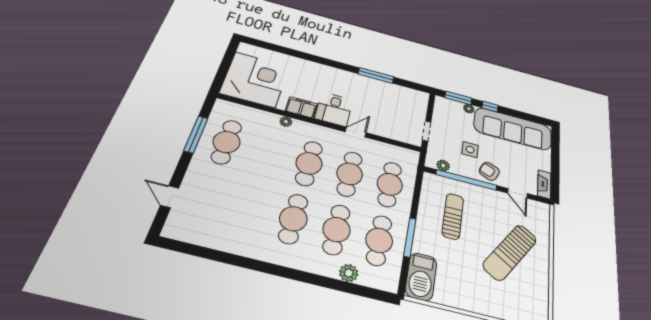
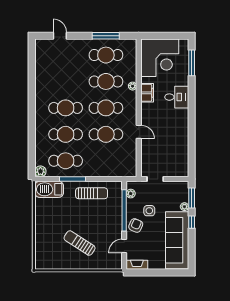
window: (376, 75) -> (192, 63), moved
desk: (334, 109) -> (177, 97), moved, turned 180
cafe table: (390, 184) -> (106, 81), moved
door: (170, 197) -> (60, 36), hinge flipped
sun lounger: (453, 216) -> (92, 193), moved
sun lounger: (510, 252) -> (80, 243), width x0.73, depth x0.75
plant: (349, 273) -> (40, 171), moved

